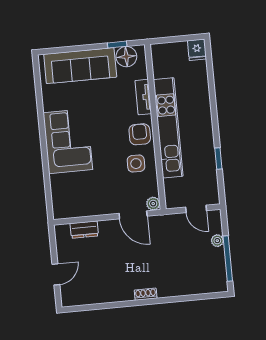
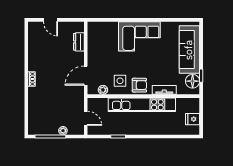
fridge: (197, 50) -> (193, 119), moved
plant: (153, 204) -> (103, 90), moved
door: (196, 209) -> (86, 118), swing flipped

